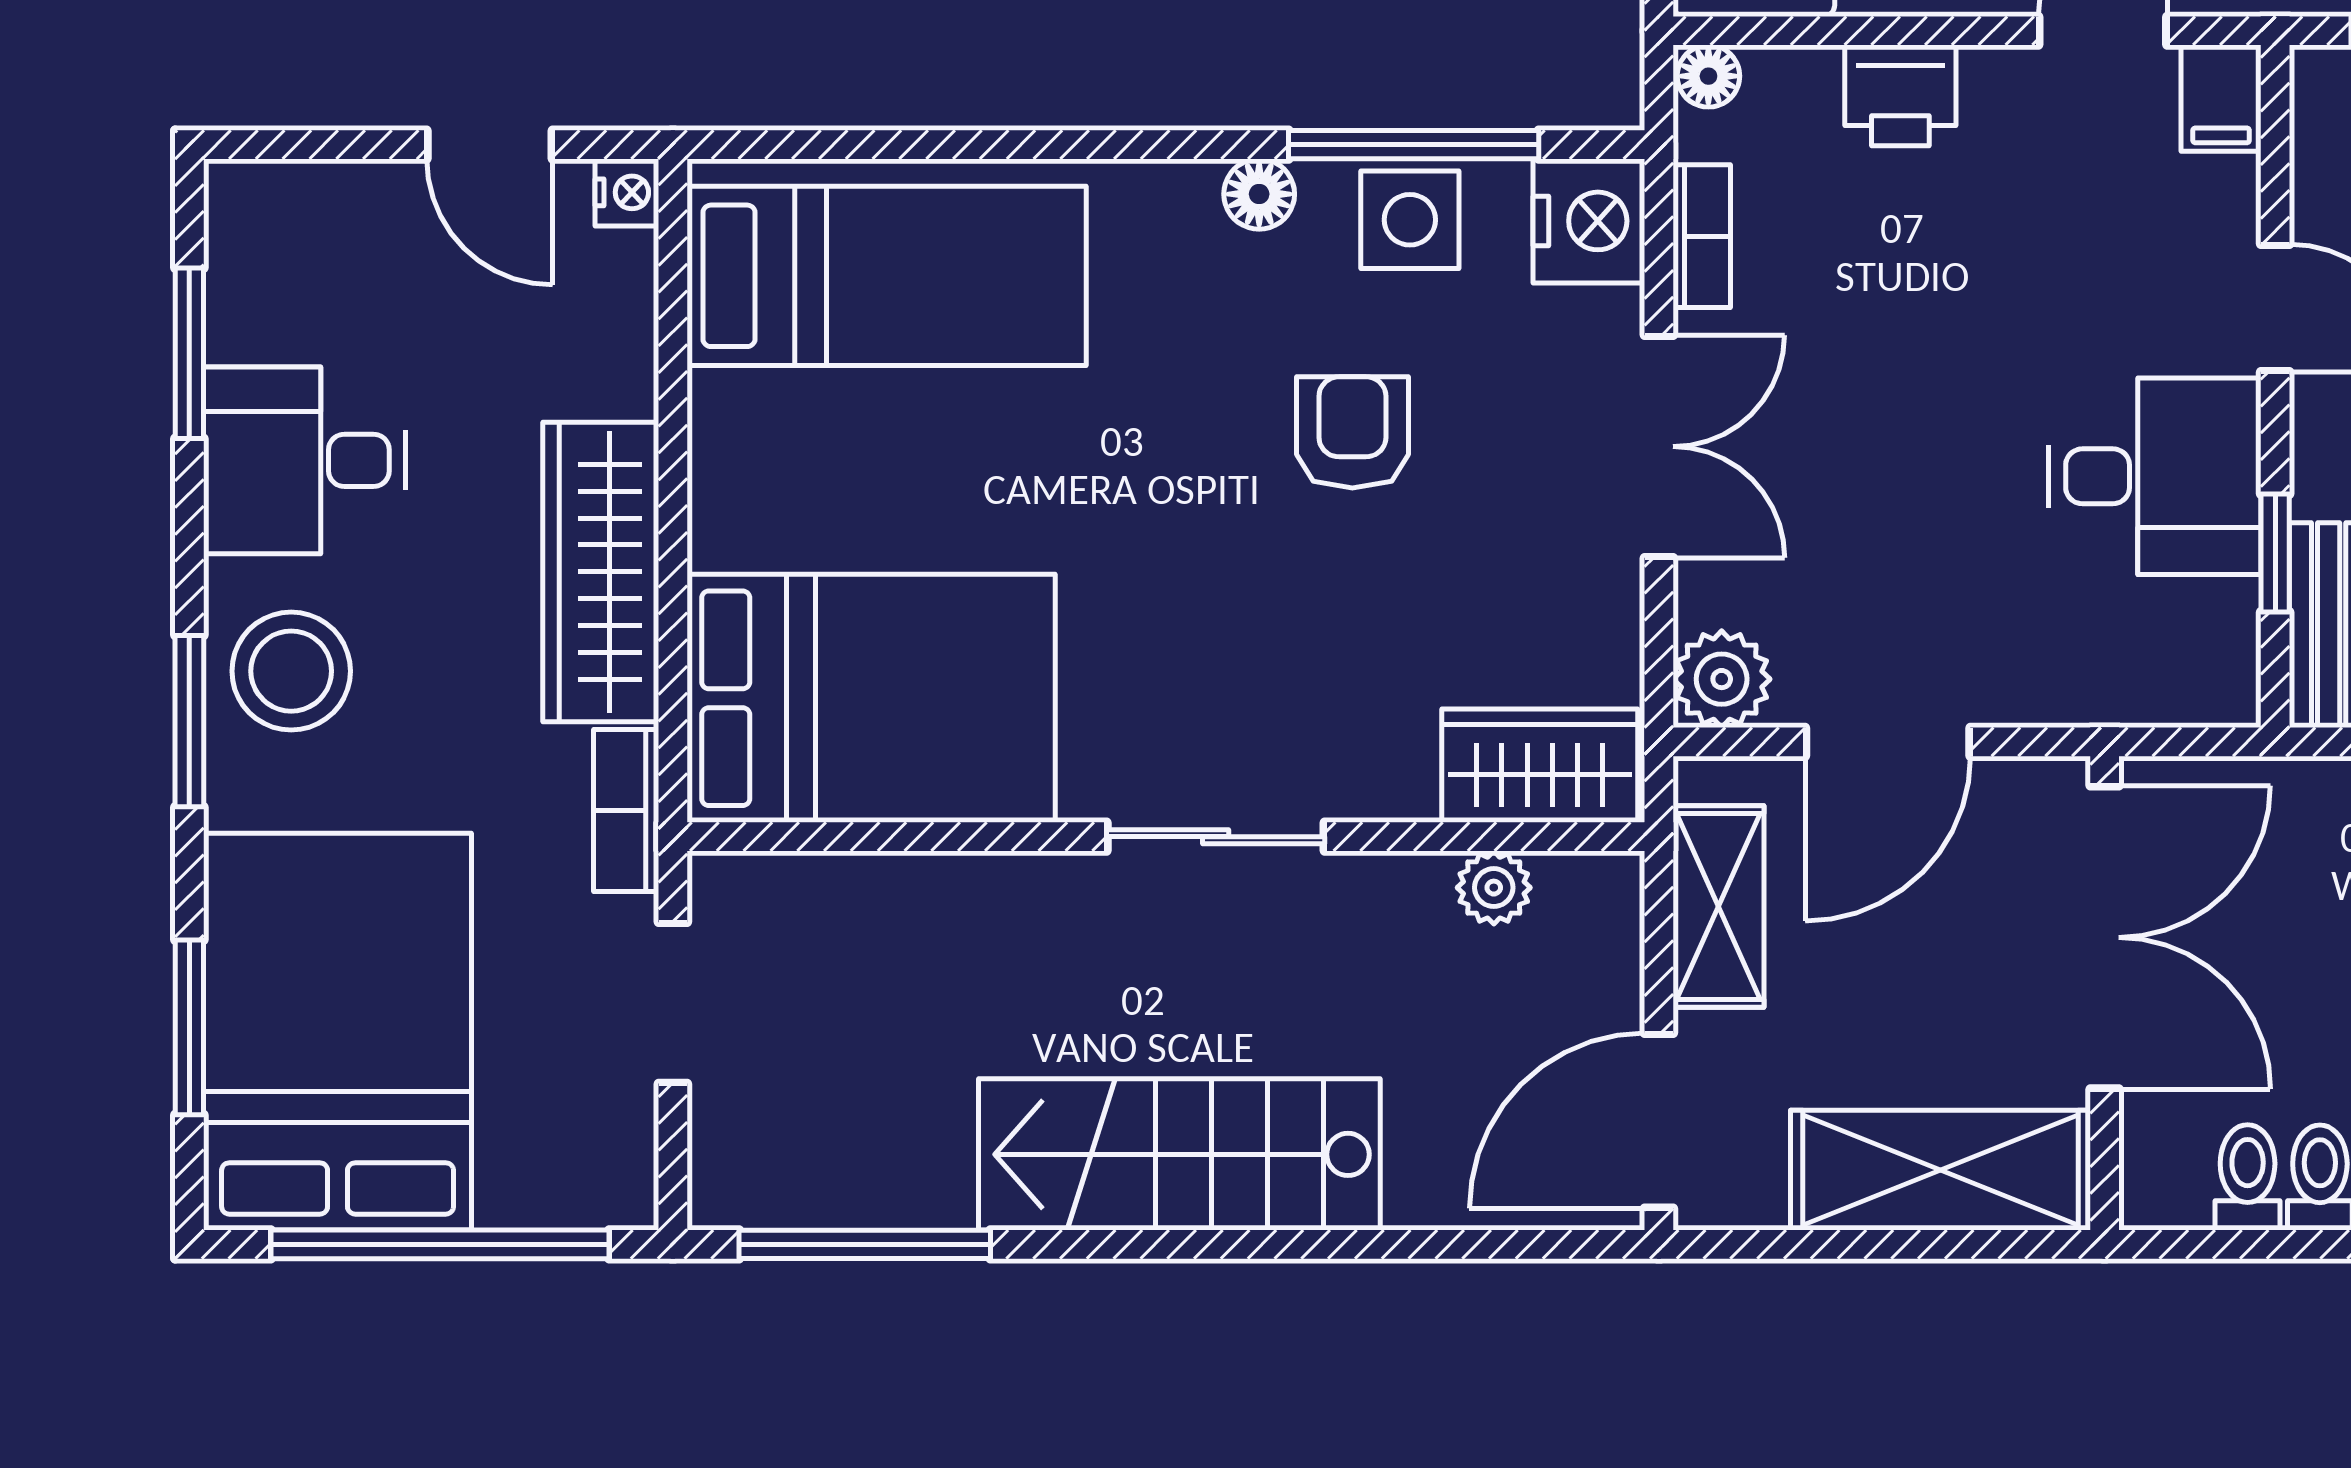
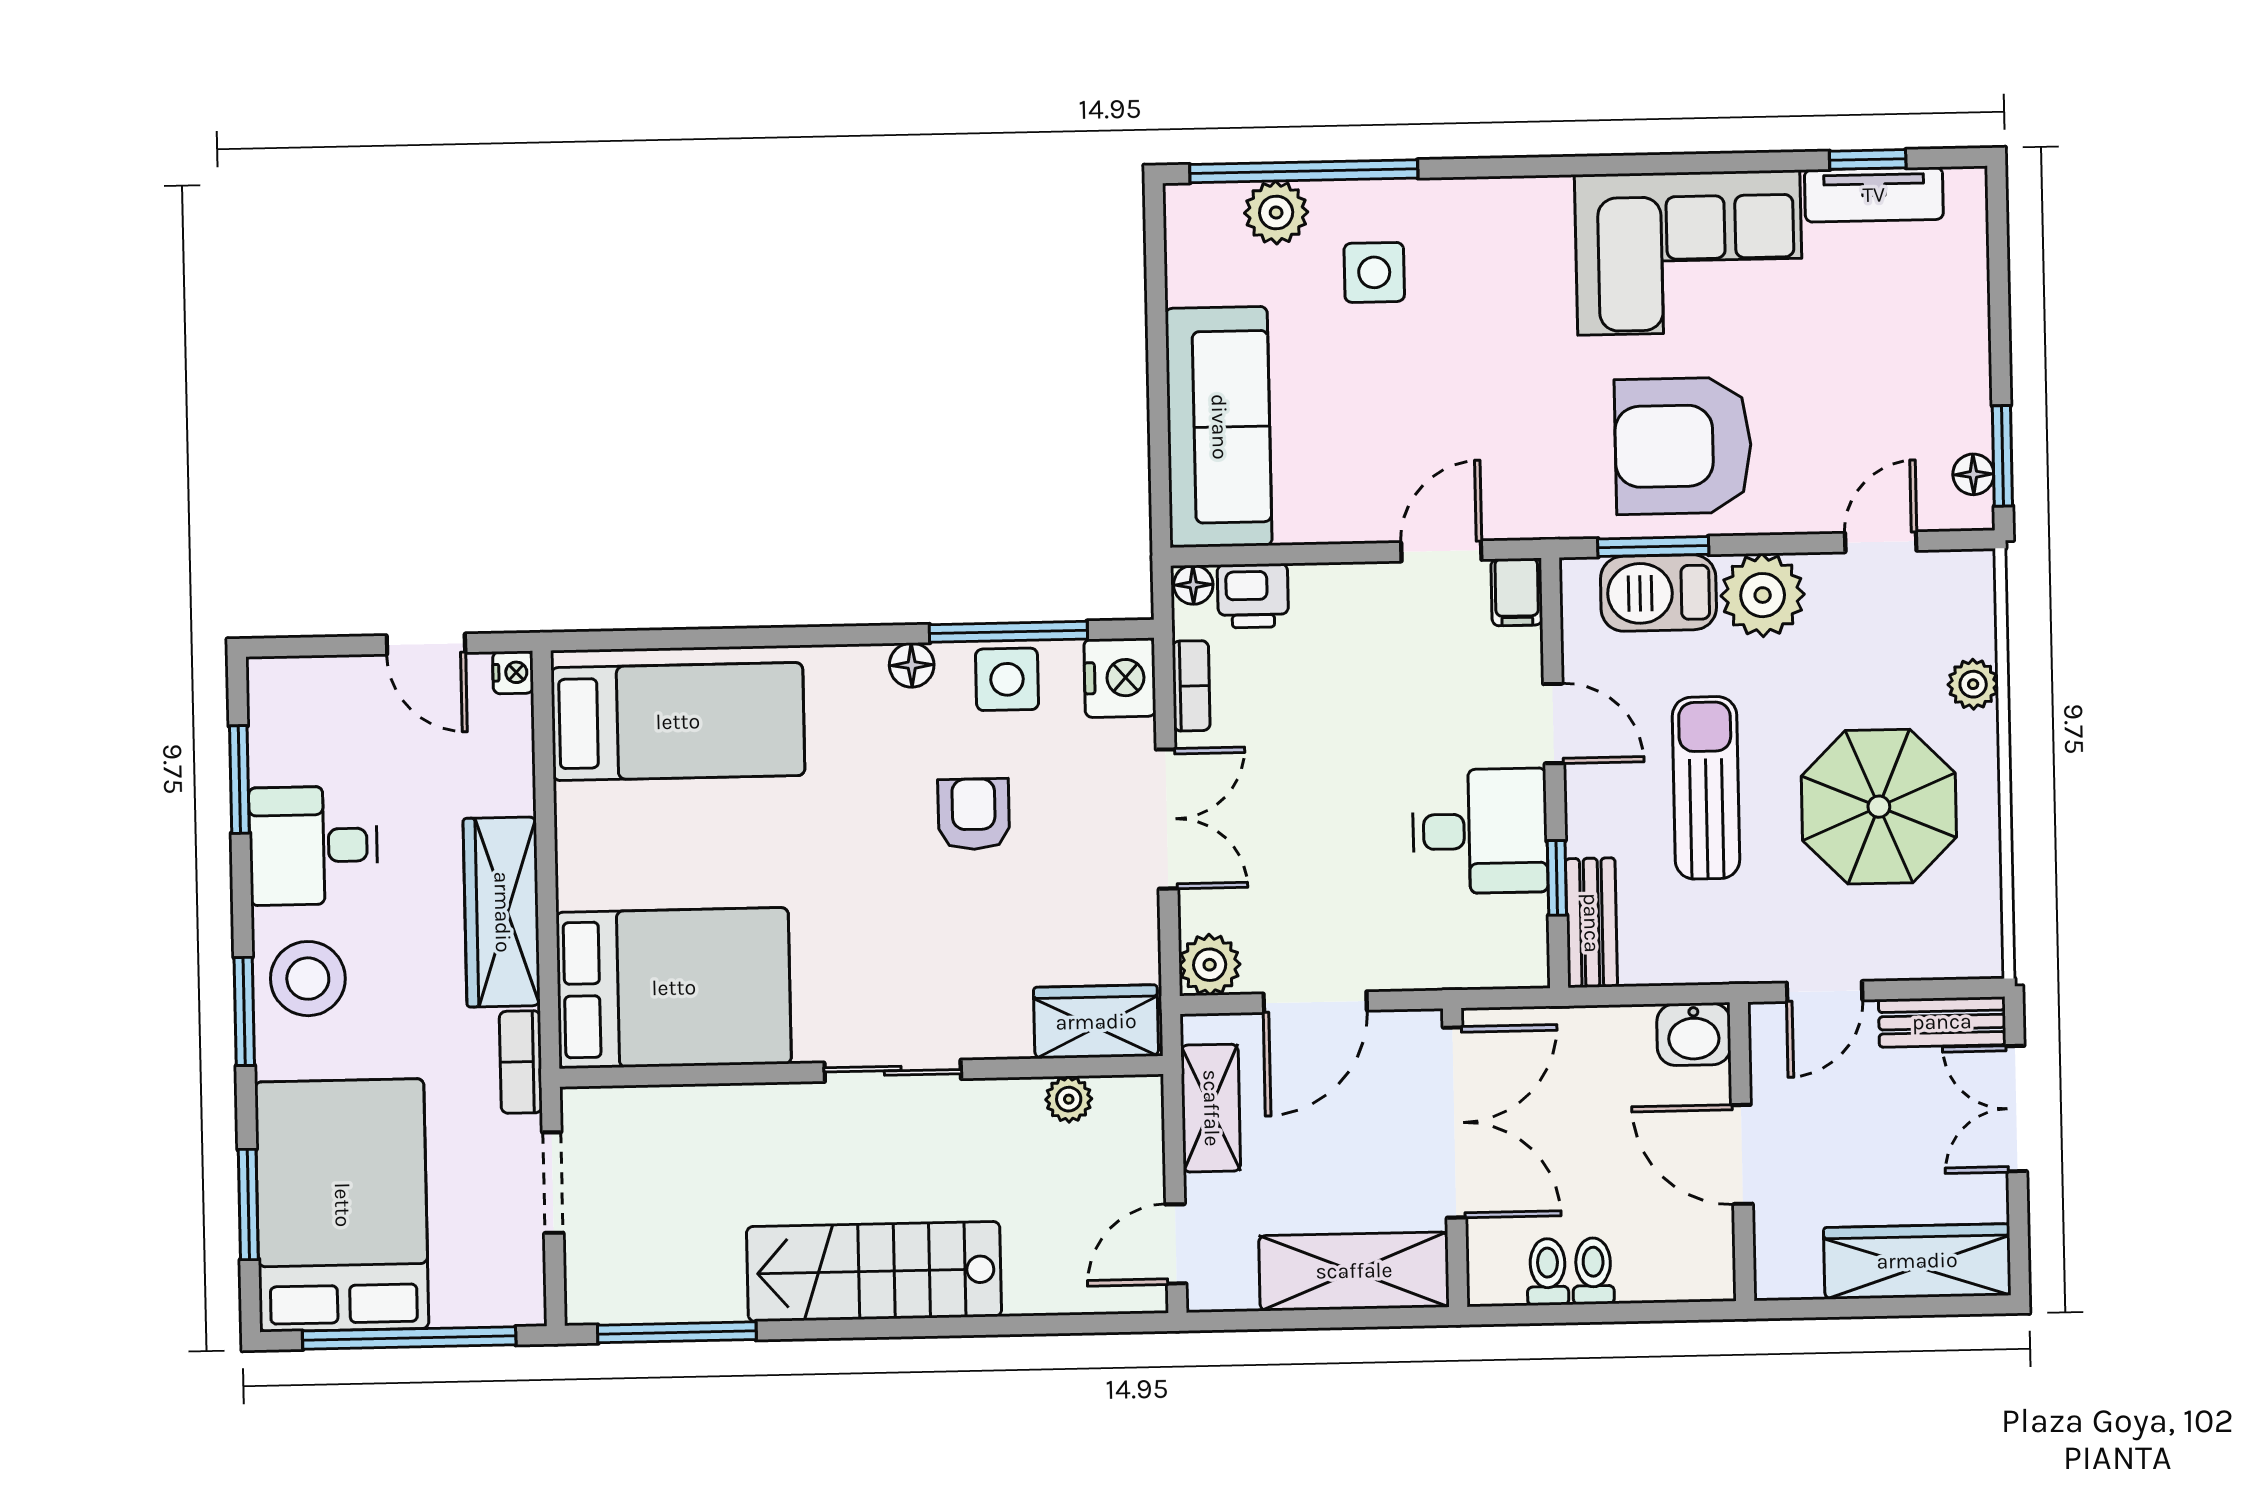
printer: (1900, 95) -> (1253, 596), moved
door: (1659, 1121) -> (1176, 1244), width x0.73

